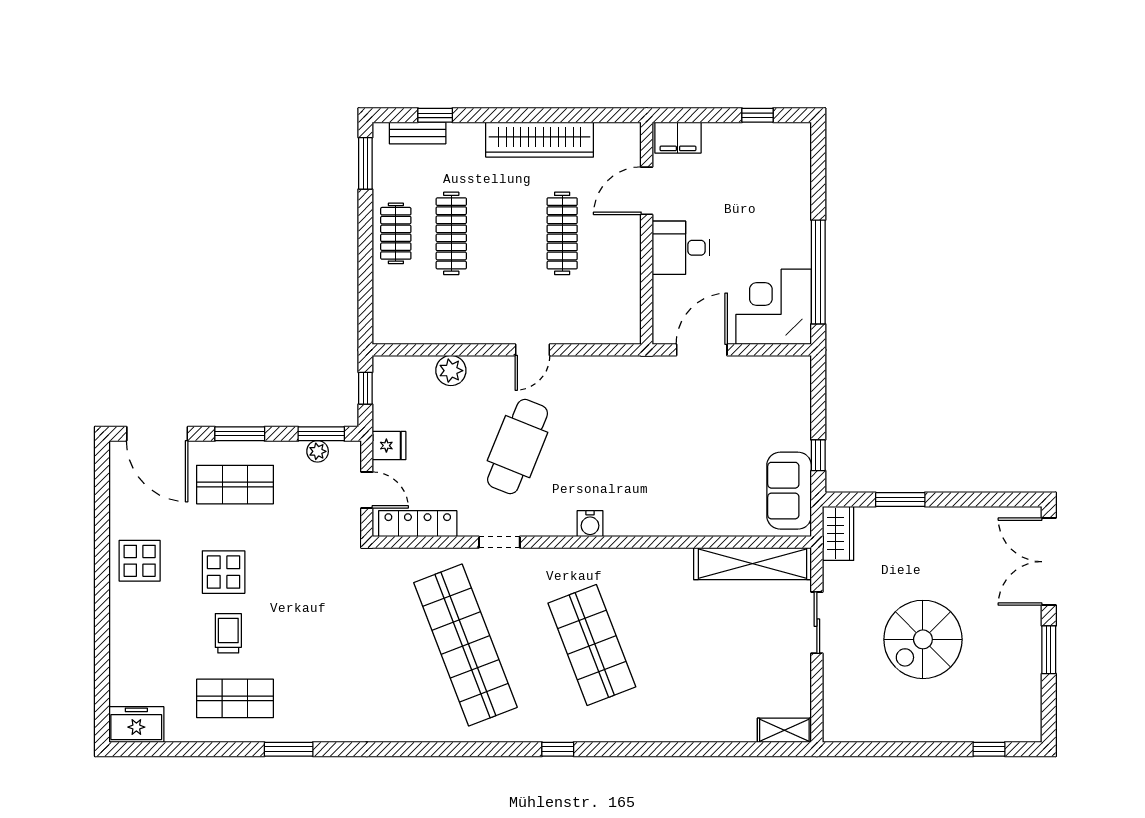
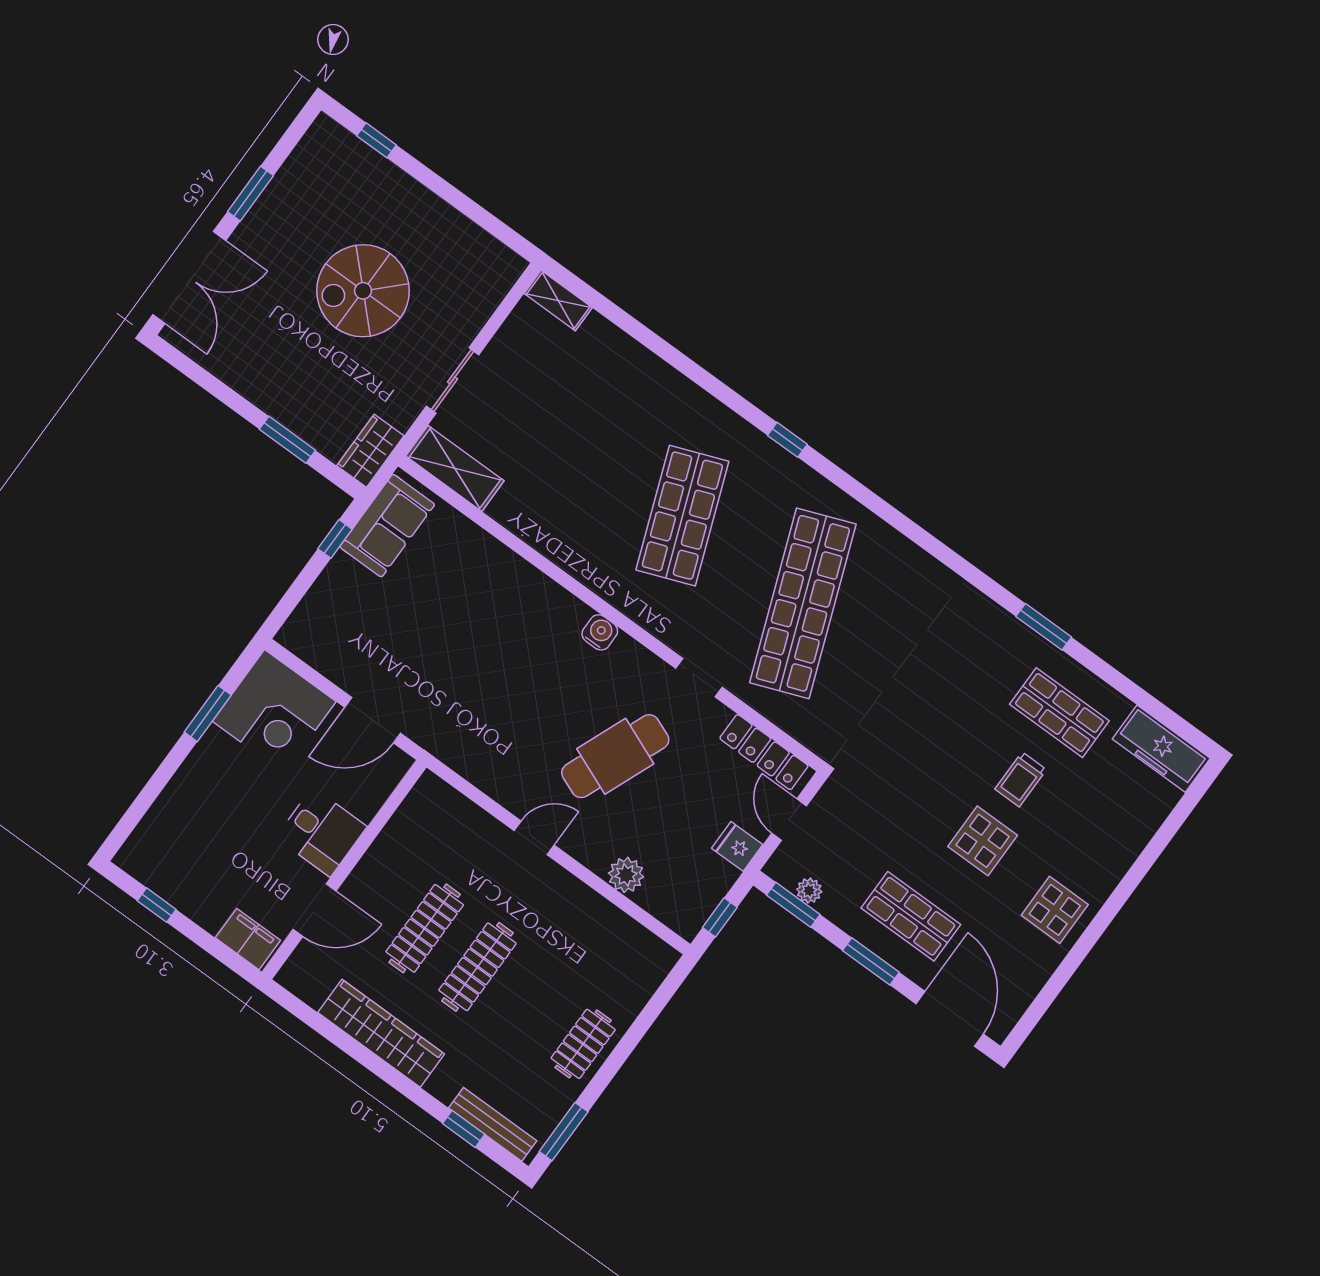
bench: (418, 133) -> (493, 1124), width x1.36
clothes rail: (451, 233) -> (477, 967), moved
window: (818, 272) -> (208, 714), width x0.47
shelving: (753, 564) -> (455, 468), width x0.68
spiral stairs: (923, 639) -> (363, 291), turned 180
freezer: (136, 725) -> (1161, 749), width x1.40

